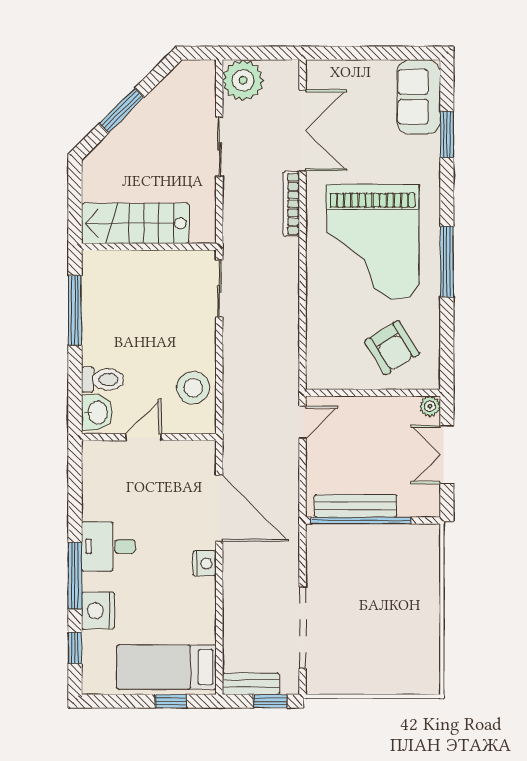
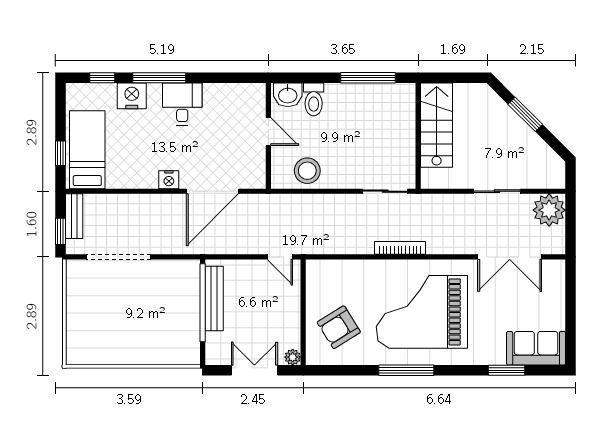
bookcase: (291, 204) -> (400, 248), moved

